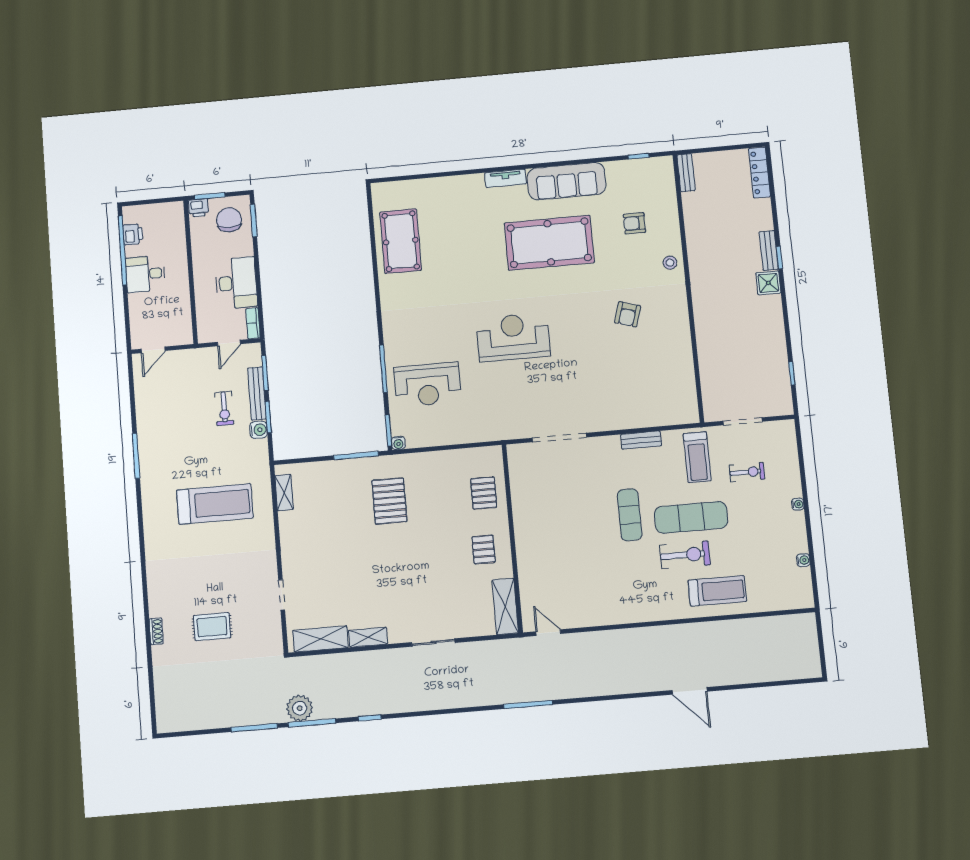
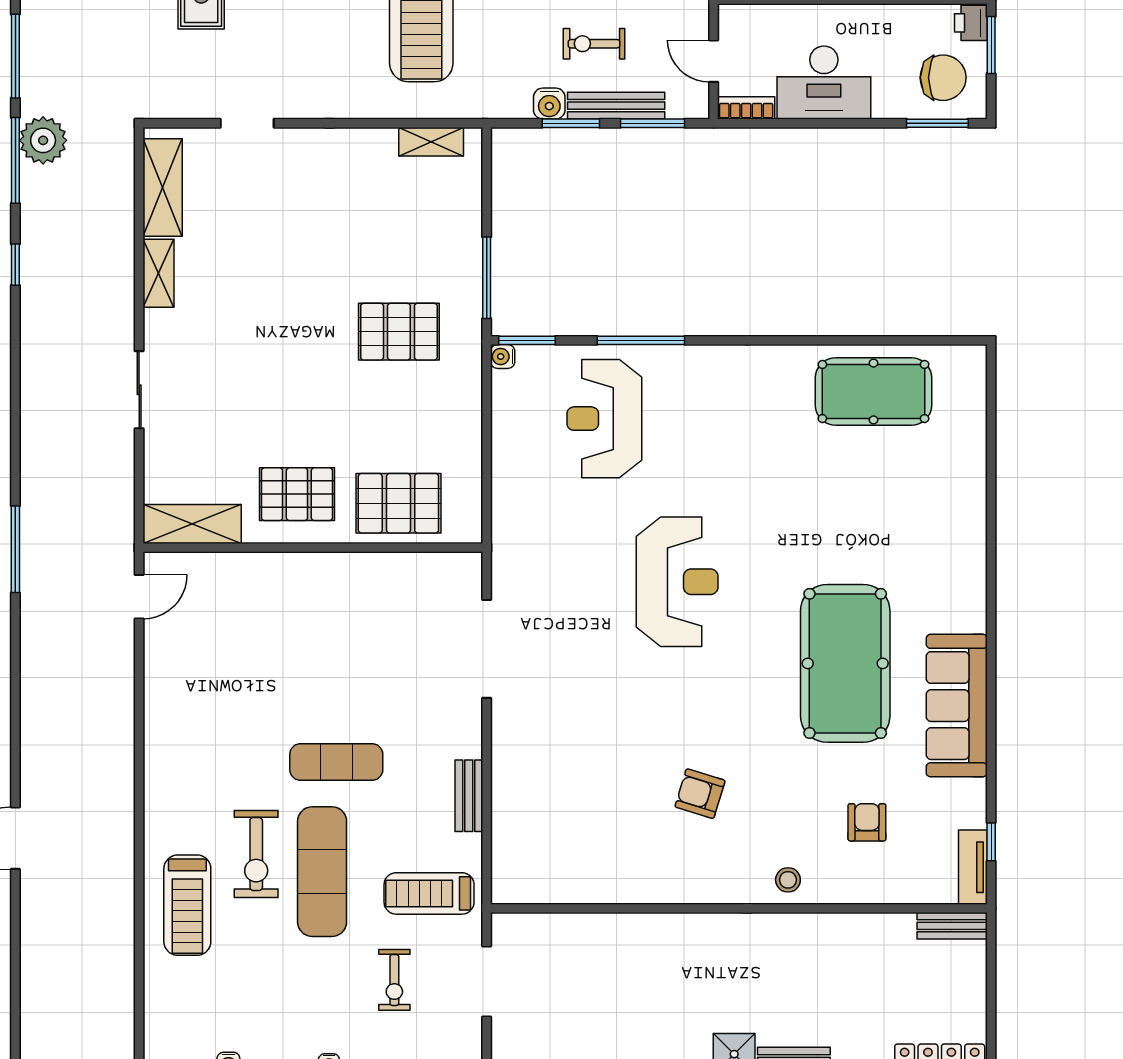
tv unit: (506, 178) -> (973, 867), moved
pallet: (484, 493) -> (398, 503), width x1.50, depth x1.42
pallet: (484, 549) -> (297, 494), width x1.50, depth x1.42

